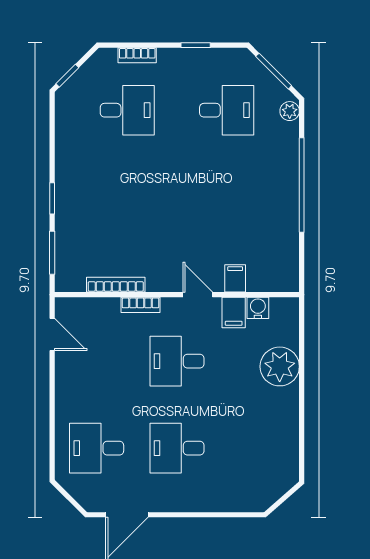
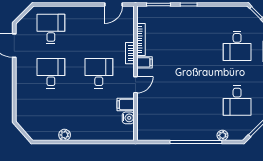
plant: (290, 111) -> (222, 135), moved
filing cabinet: (235, 278) -> (144, 62), moved
plant: (280, 366) -> (65, 135), moved, width x0.53, depth x0.53

